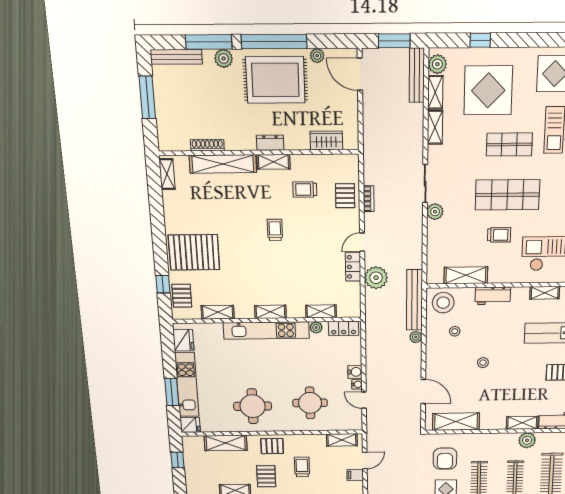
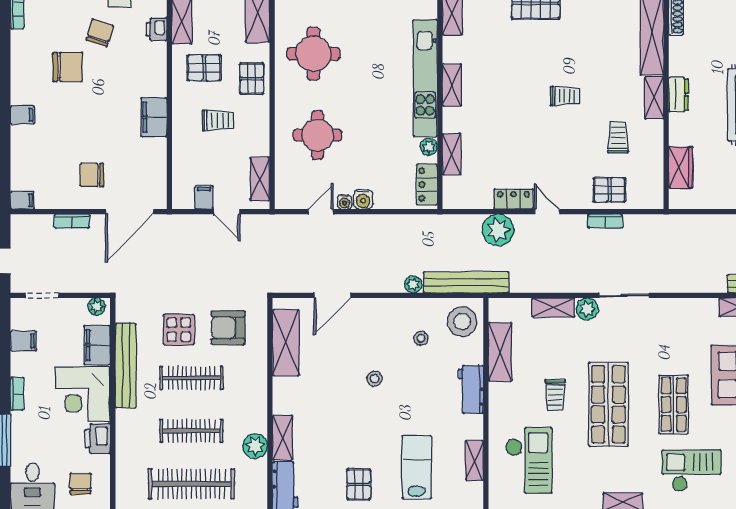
shelving: (435, 127) -> (553, 307), moved

